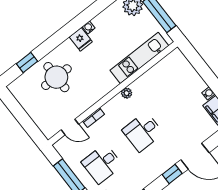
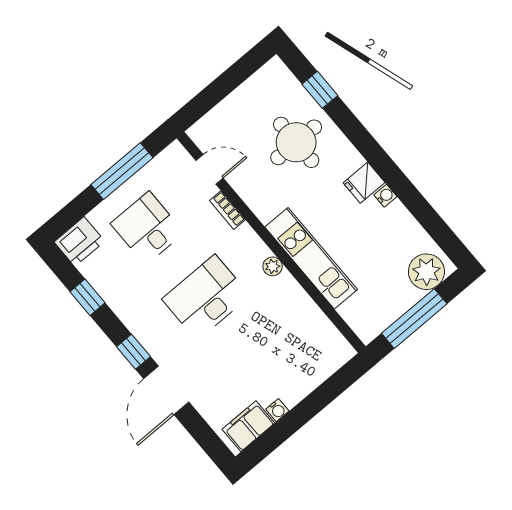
kitchen unit: (139, 58) -> (311, 258), moved
door: (70, 127) -> (209, 169), swing flipped
desk: (143, 132) -> (206, 297), width x1.37

